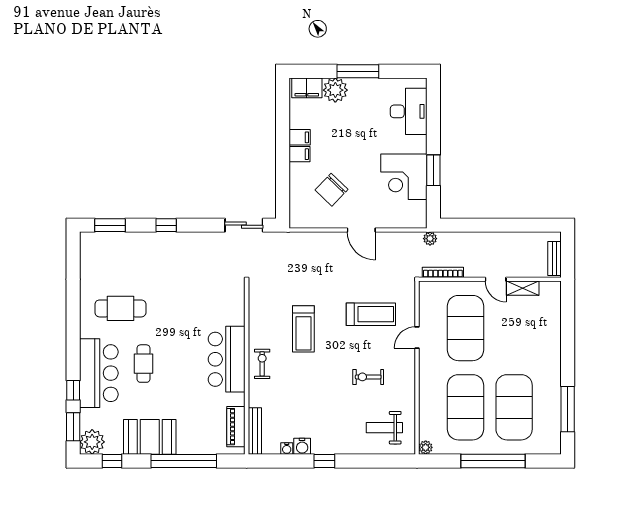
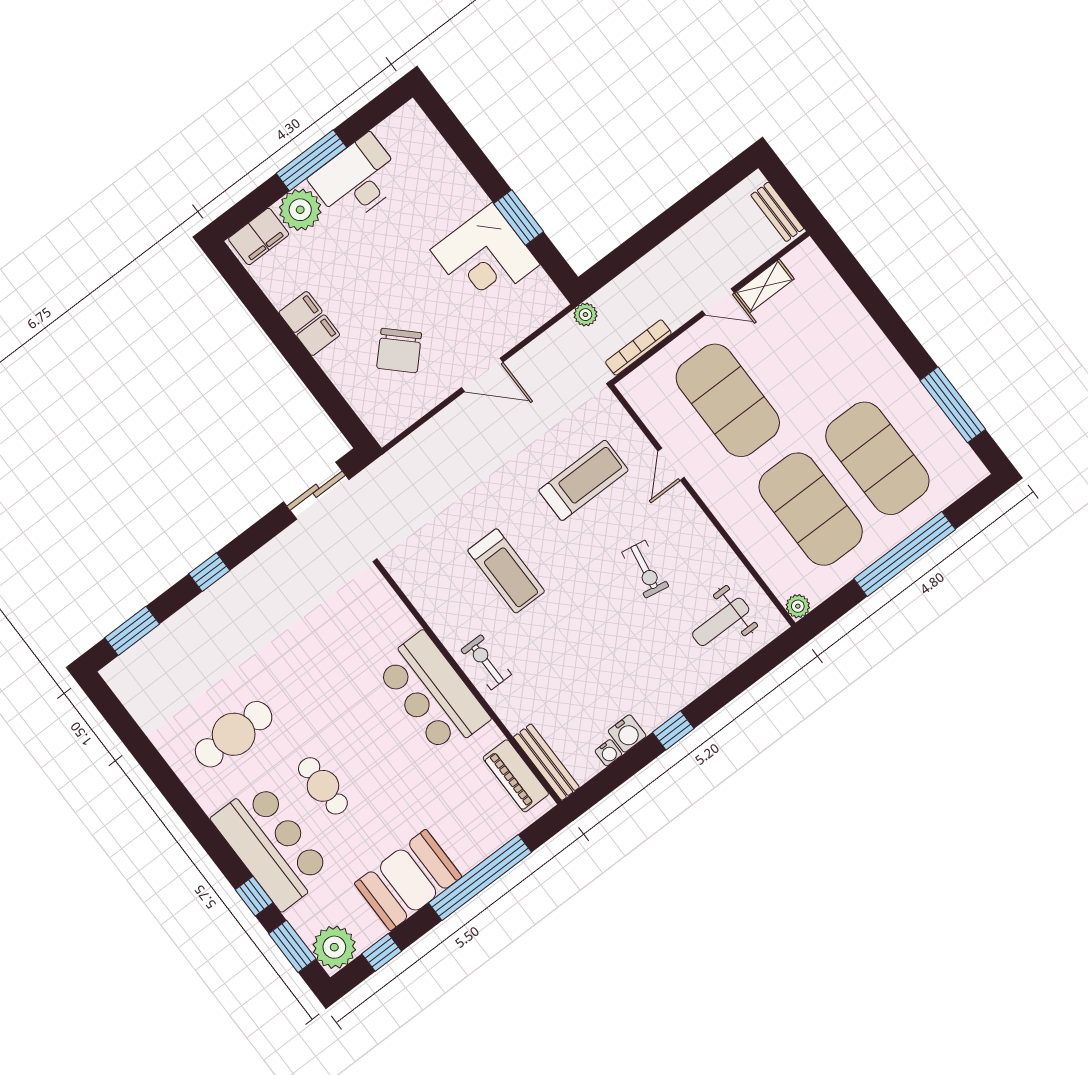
desk: (409, 111) -> (357, 180), moved, turned -90
exercise bike: (368, 377) -> (645, 569), turned -80

